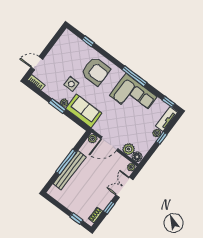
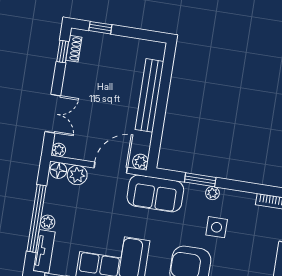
window: (57, 106) -> (200, 180), moved
sofa: (84, 111) -> (155, 193), moved
window: (161, 138) -> (36, 218), width x3.17
window: (66, 162) -> (162, 105), removed
window: (109, 207) -> (63, 51), moved

